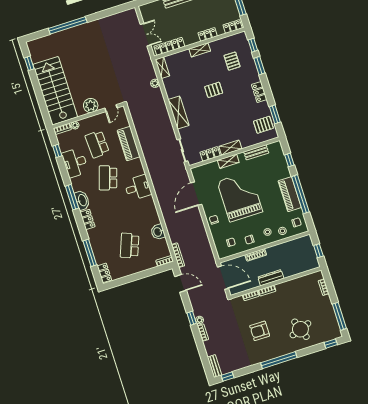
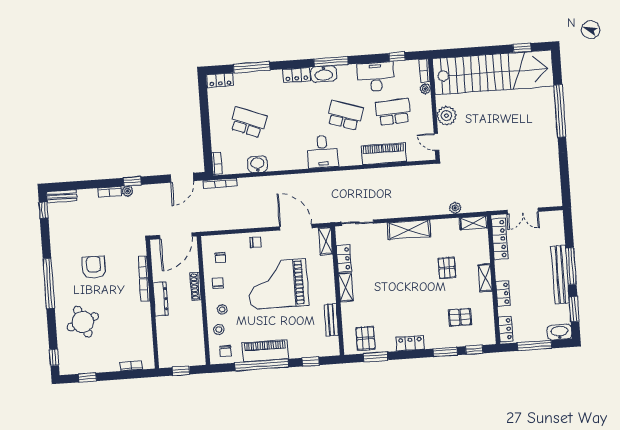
pallet: (214, 90) -> (447, 268), moved
stairs: (55, 91) -> (493, 72), width x1.36
shelving: (228, 161) -> (326, 241), moved
grand piano: (240, 197) -> (278, 284), turned 180
window: (339, 316) -> (87, 378), width x0.46

